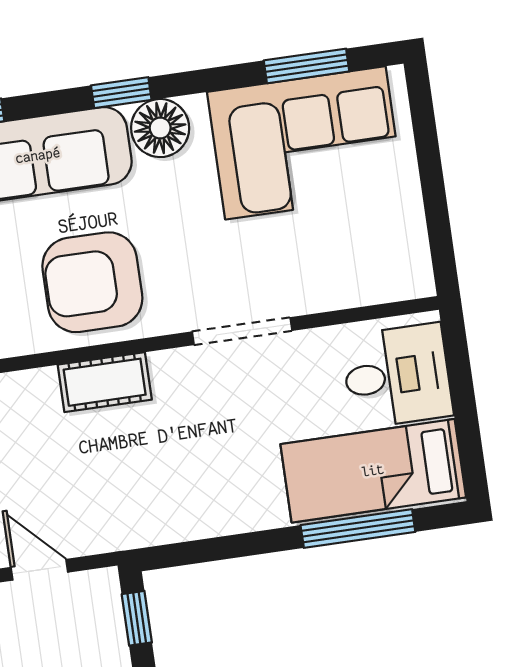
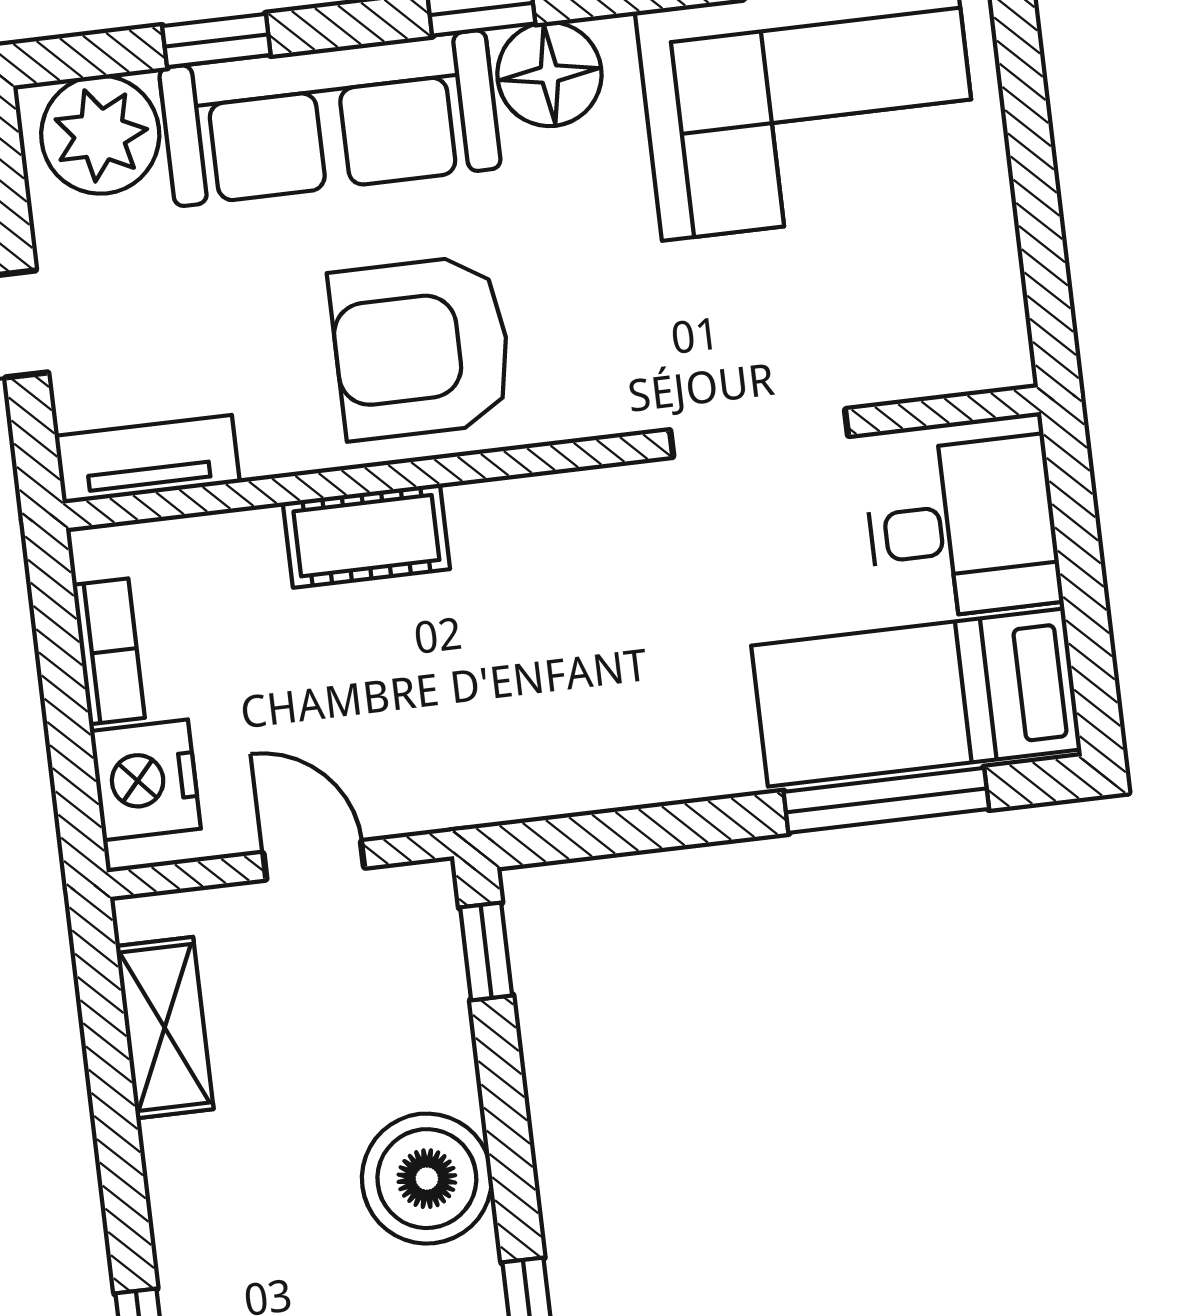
doorway: (242, 331) -> (759, 433), moved
cot: (105, 382) -> (366, 536), moved

